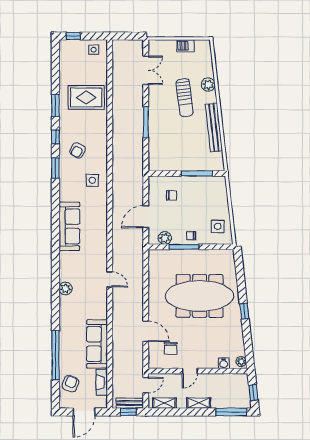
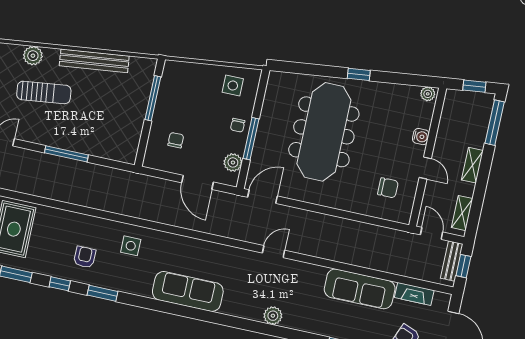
armchair: (78, 150) -> (85, 257), turned -118
door: (146, 331) -> (263, 197), moved
water cooler: (224, 363) -> (421, 137), moved

